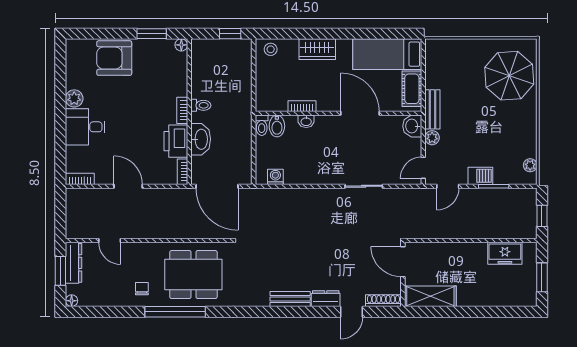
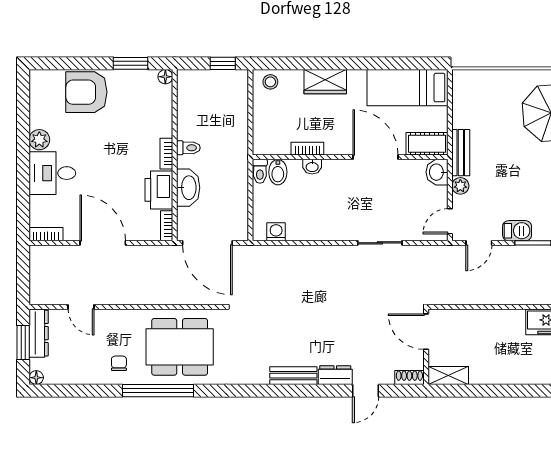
cot: (412, 89) -> (427, 144), moved, turned 90
door: (128, 186) -> (103, 243), width x1.36
shelving: (430, 296) -> (448, 375), width x0.67, depth x0.75
shoe rack: (383, 301) -> (409, 377), width x0.70

